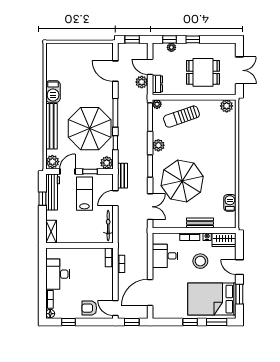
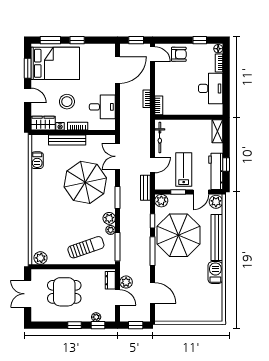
plant: (157, 104) -> (111, 230), moved
lab bench: (84, 194) -> (184, 170), turned 180
bench: (200, 223) -> (67, 140), width x1.36

